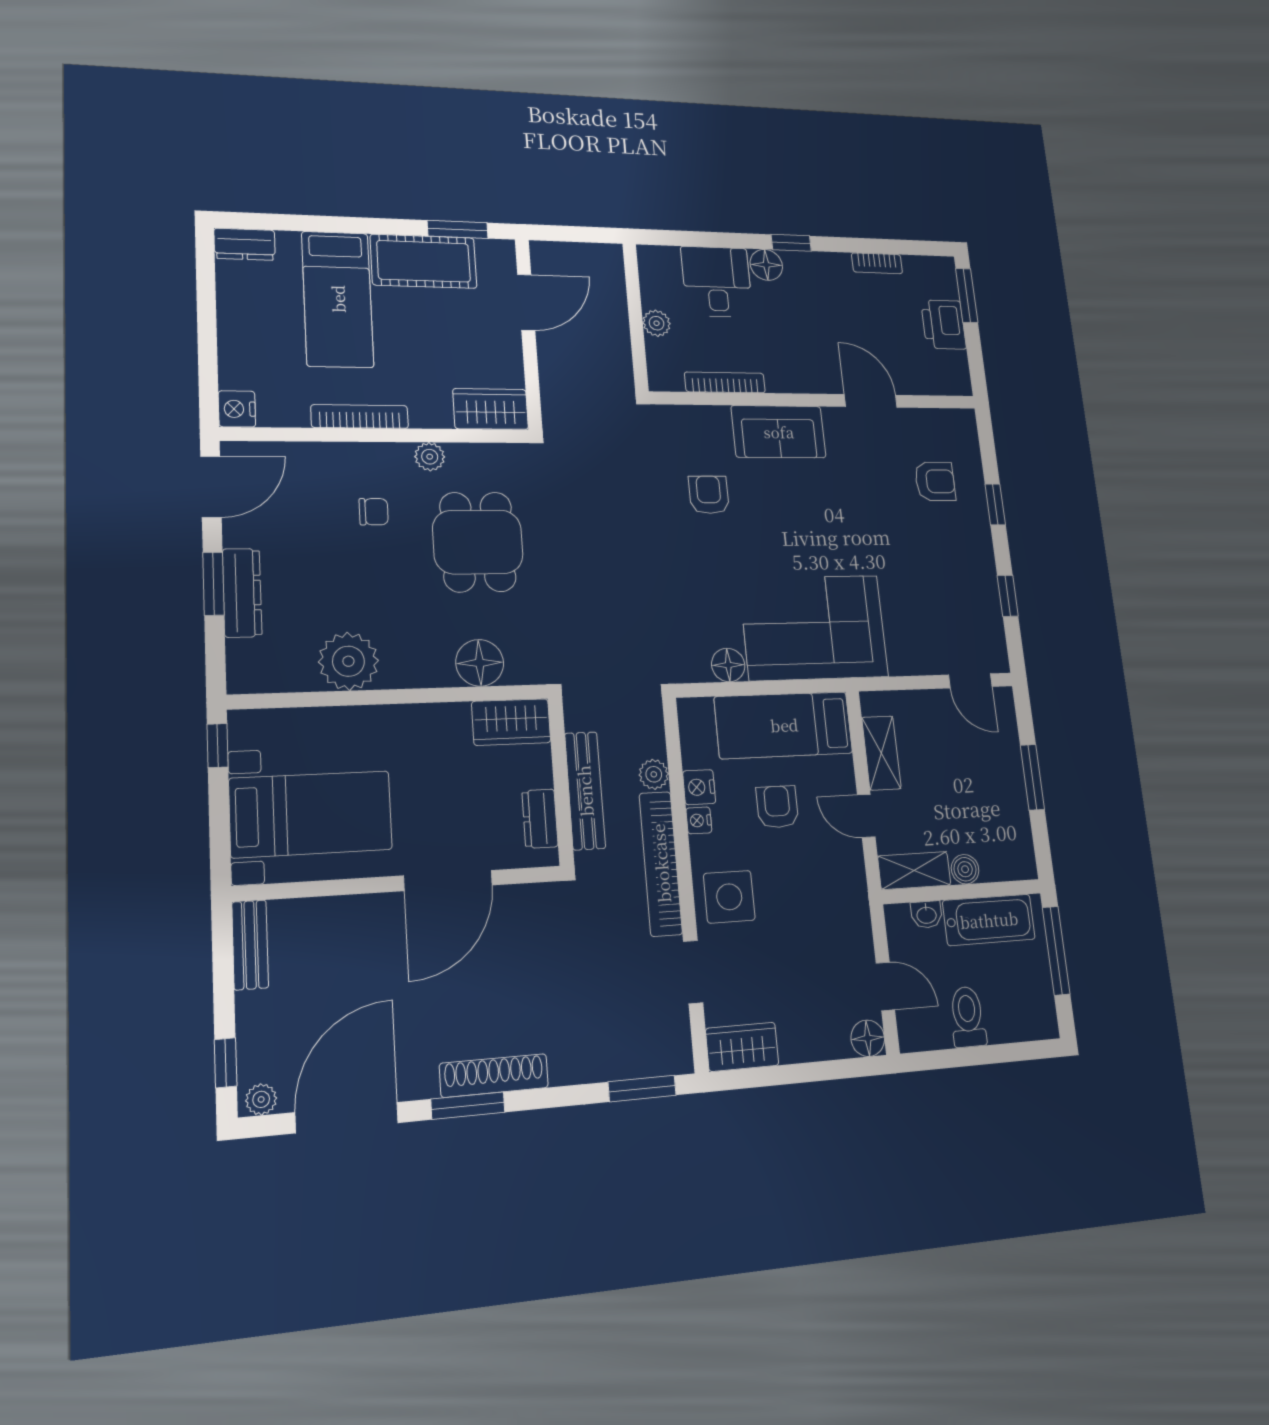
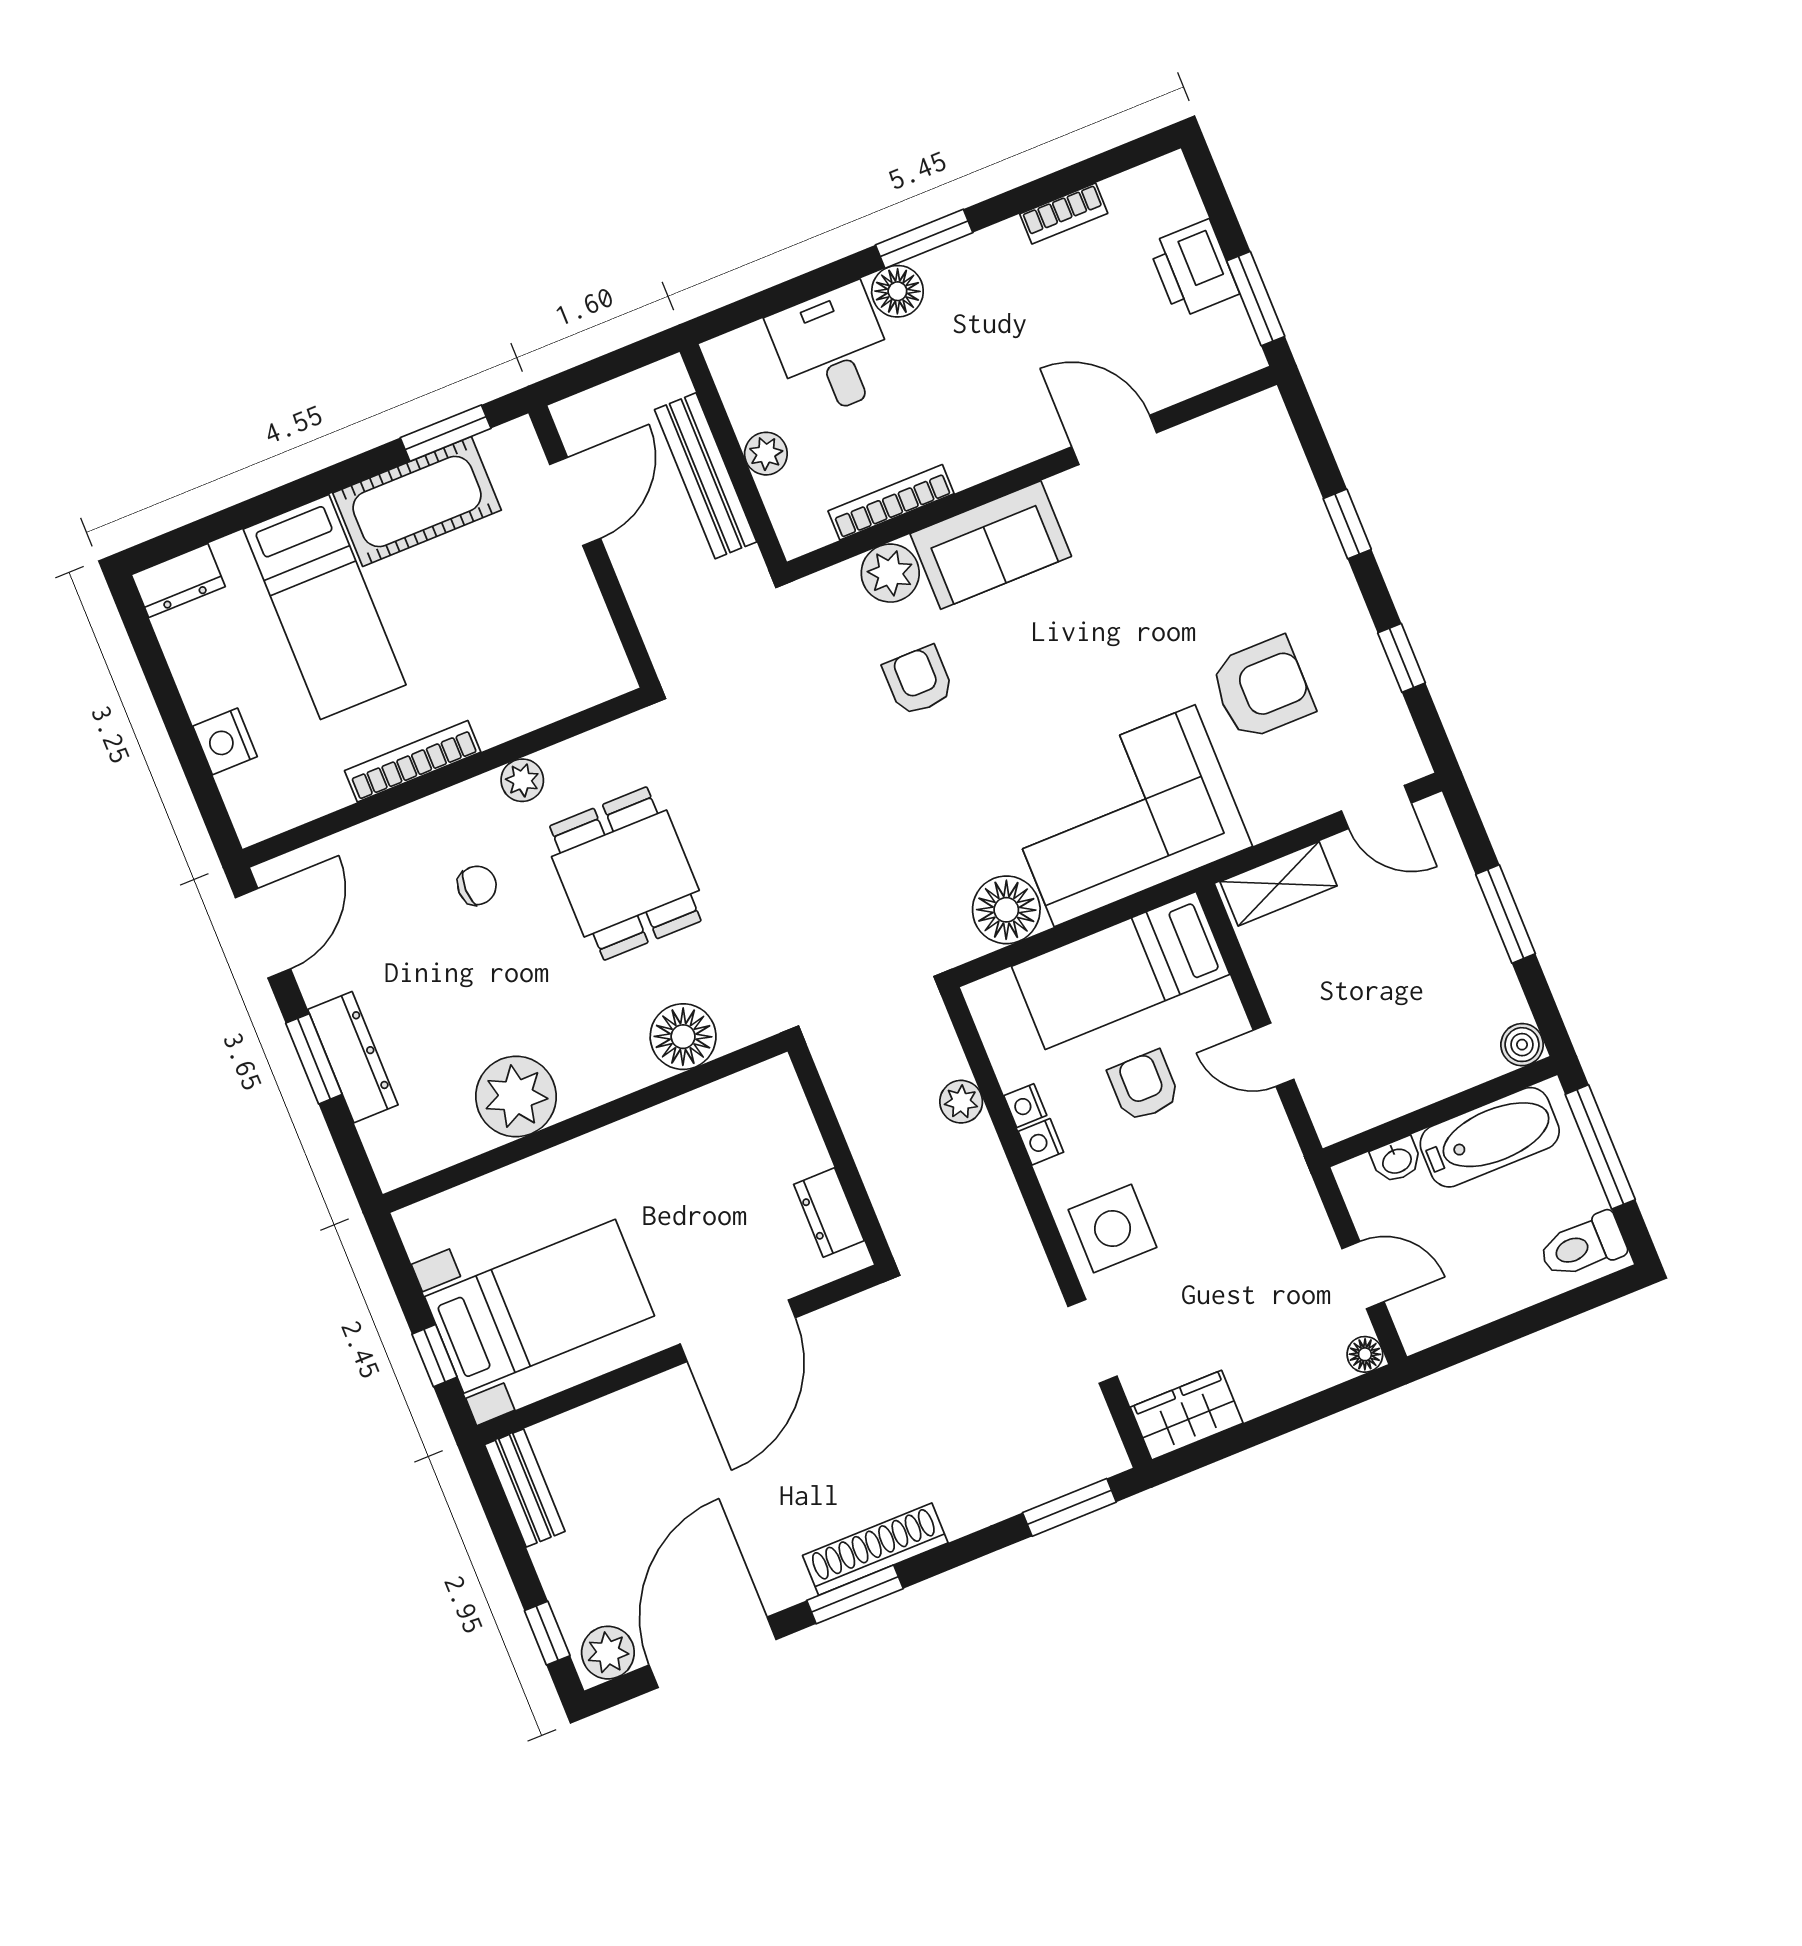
window: (791, 243) -> (924, 239), width x1.50
window: (967, 295) -> (1256, 299), moved
nightstand: (237, 409) -> (225, 741), moved
wardrobe: (491, 409) -> (579, 679), removed
plant: (711, 424) -> (890, 573), added
armchair: (935, 481) -> (1262, 688), moved, width x1.38, depth x1.38
floor lamp: (728, 665) -> (1006, 910), width x1.38, depth x1.38
wardrobe: (511, 722) -> (750, 1100), removed
window: (218, 746) -> (434, 1356), moved
shelving: (881, 753) -> (1279, 884), moved, turned 90
nightstand: (699, 787) -> (1025, 1106), width x0.72, depth x0.74
bench: (585, 791) -> (706, 476), moved
bookcase: (661, 863) -> (1007, 1216), removed
boiler: (965, 869) -> (1522, 1045), moved
shelving: (914, 871) -> (1363, 1106), removed
toilet: (968, 1017) -> (1583, 1246), moved, turned -90
floor lamp: (868, 1038) -> (1365, 1354), width x0.73, depth x0.73
plant: (261, 1099) -> (608, 1653), width x1.38, depth x1.38

